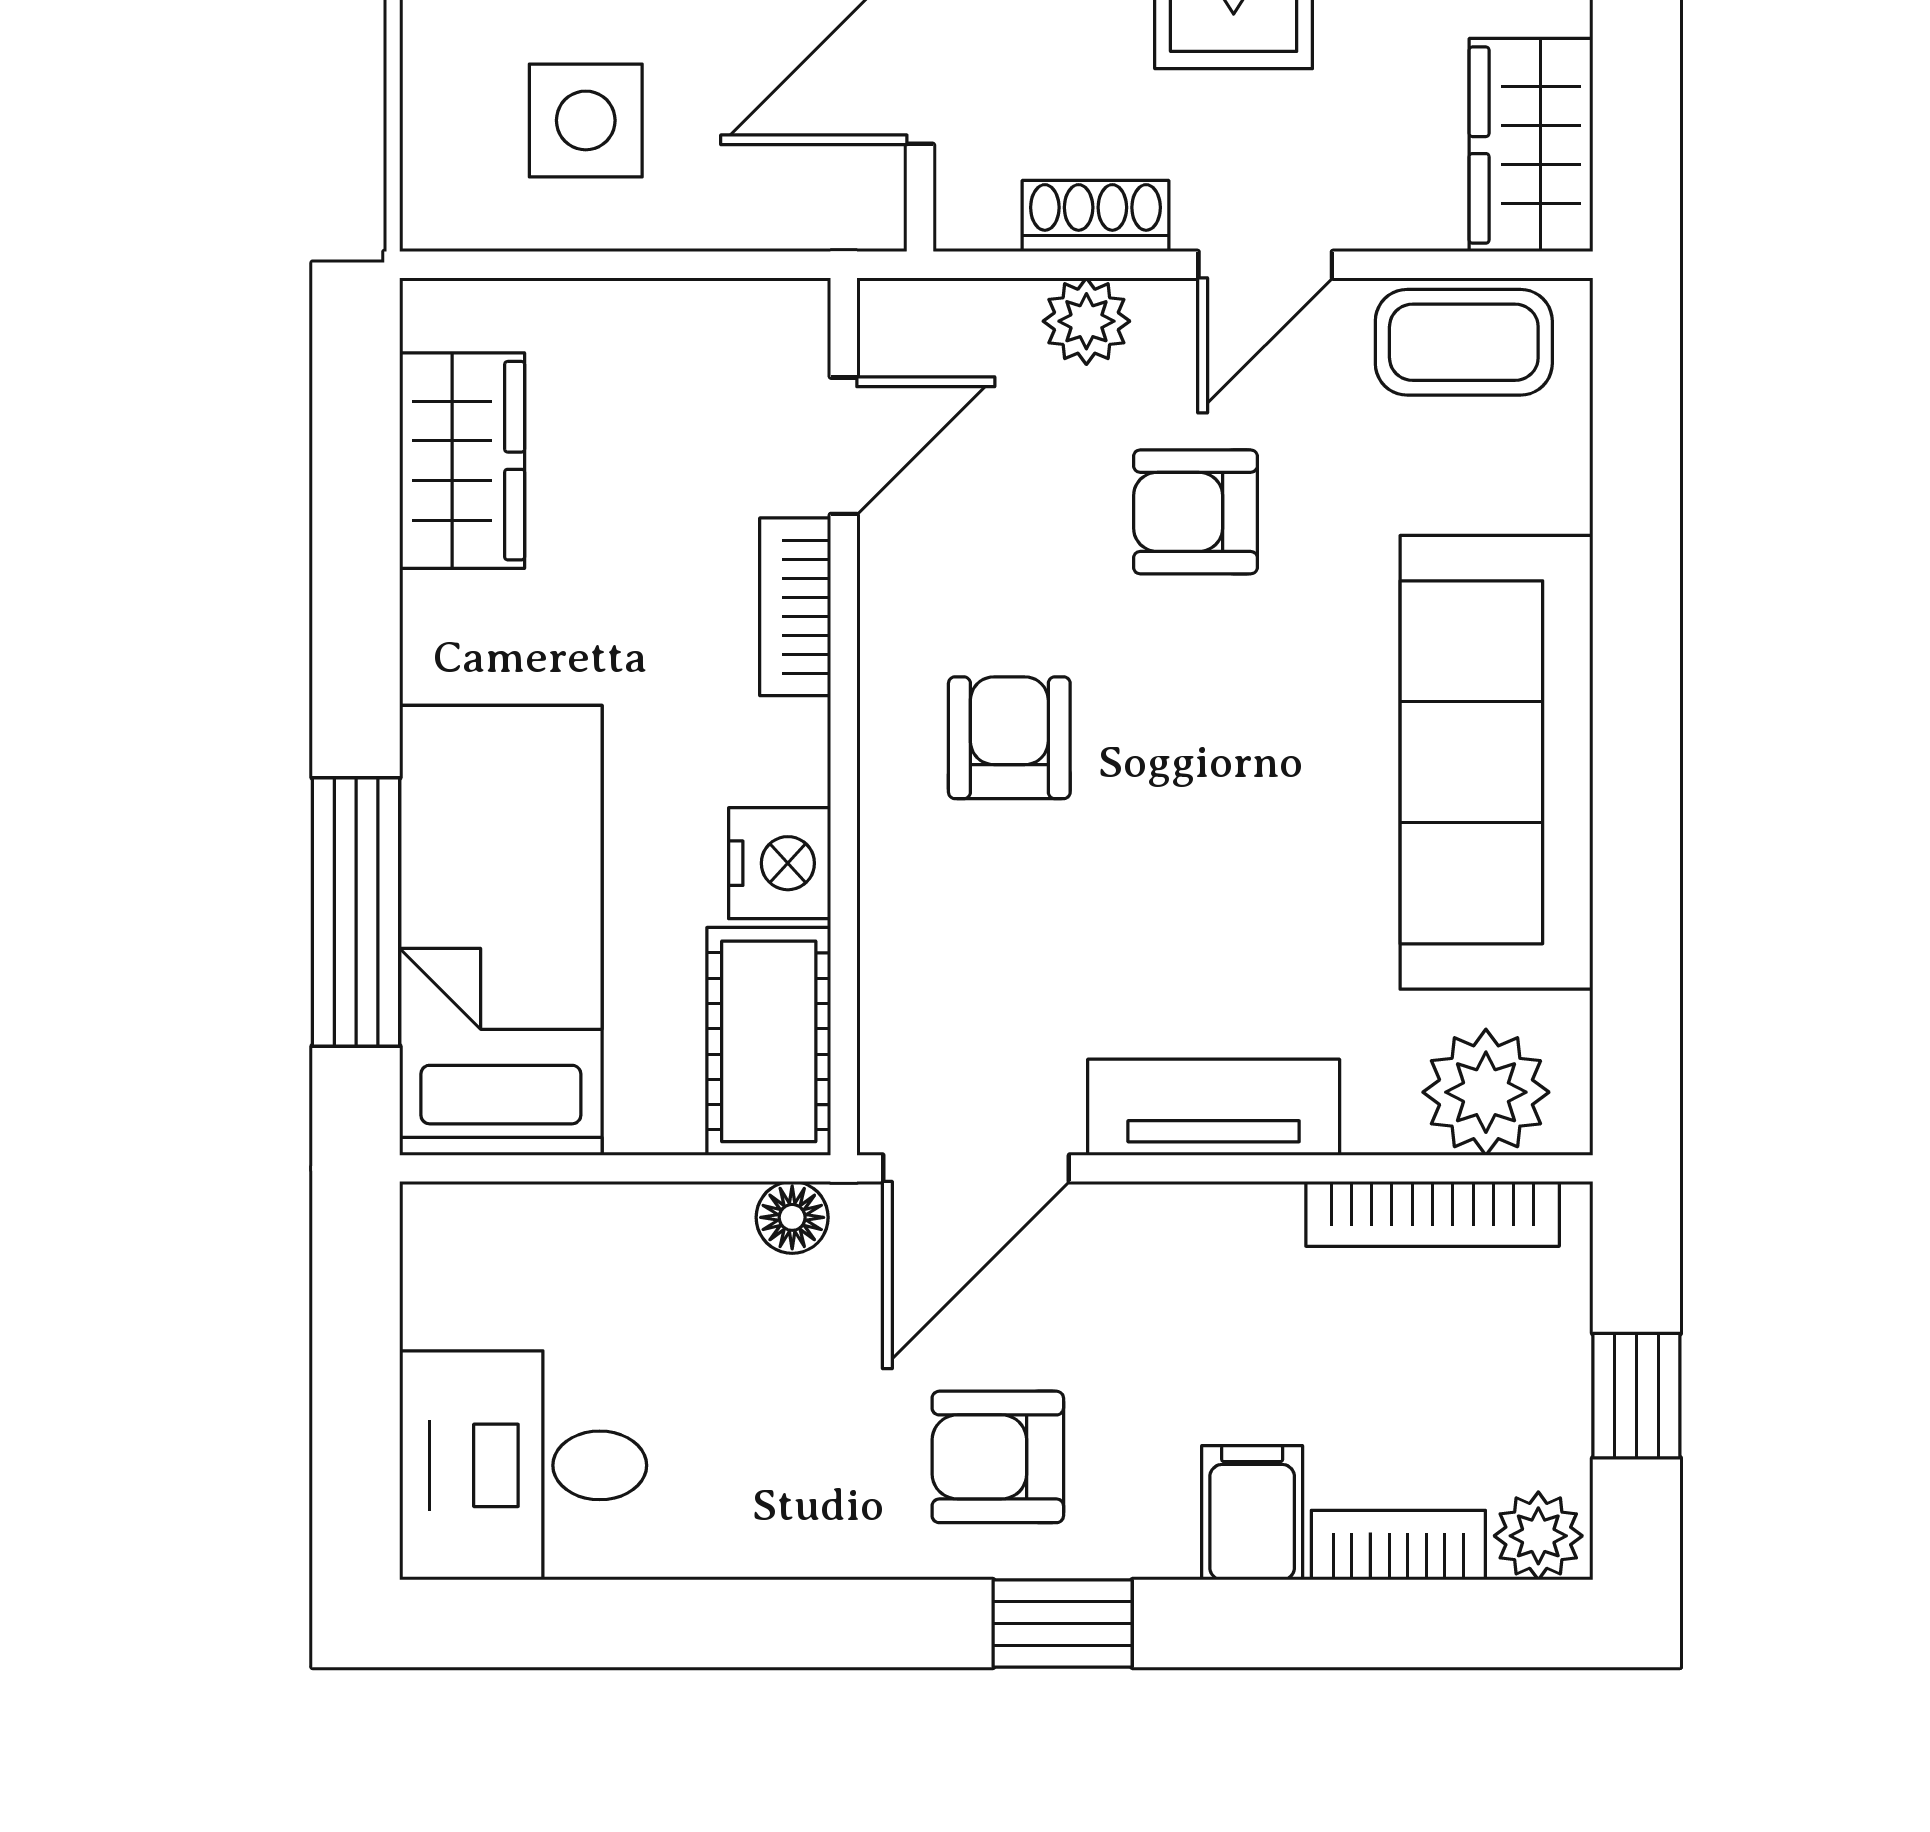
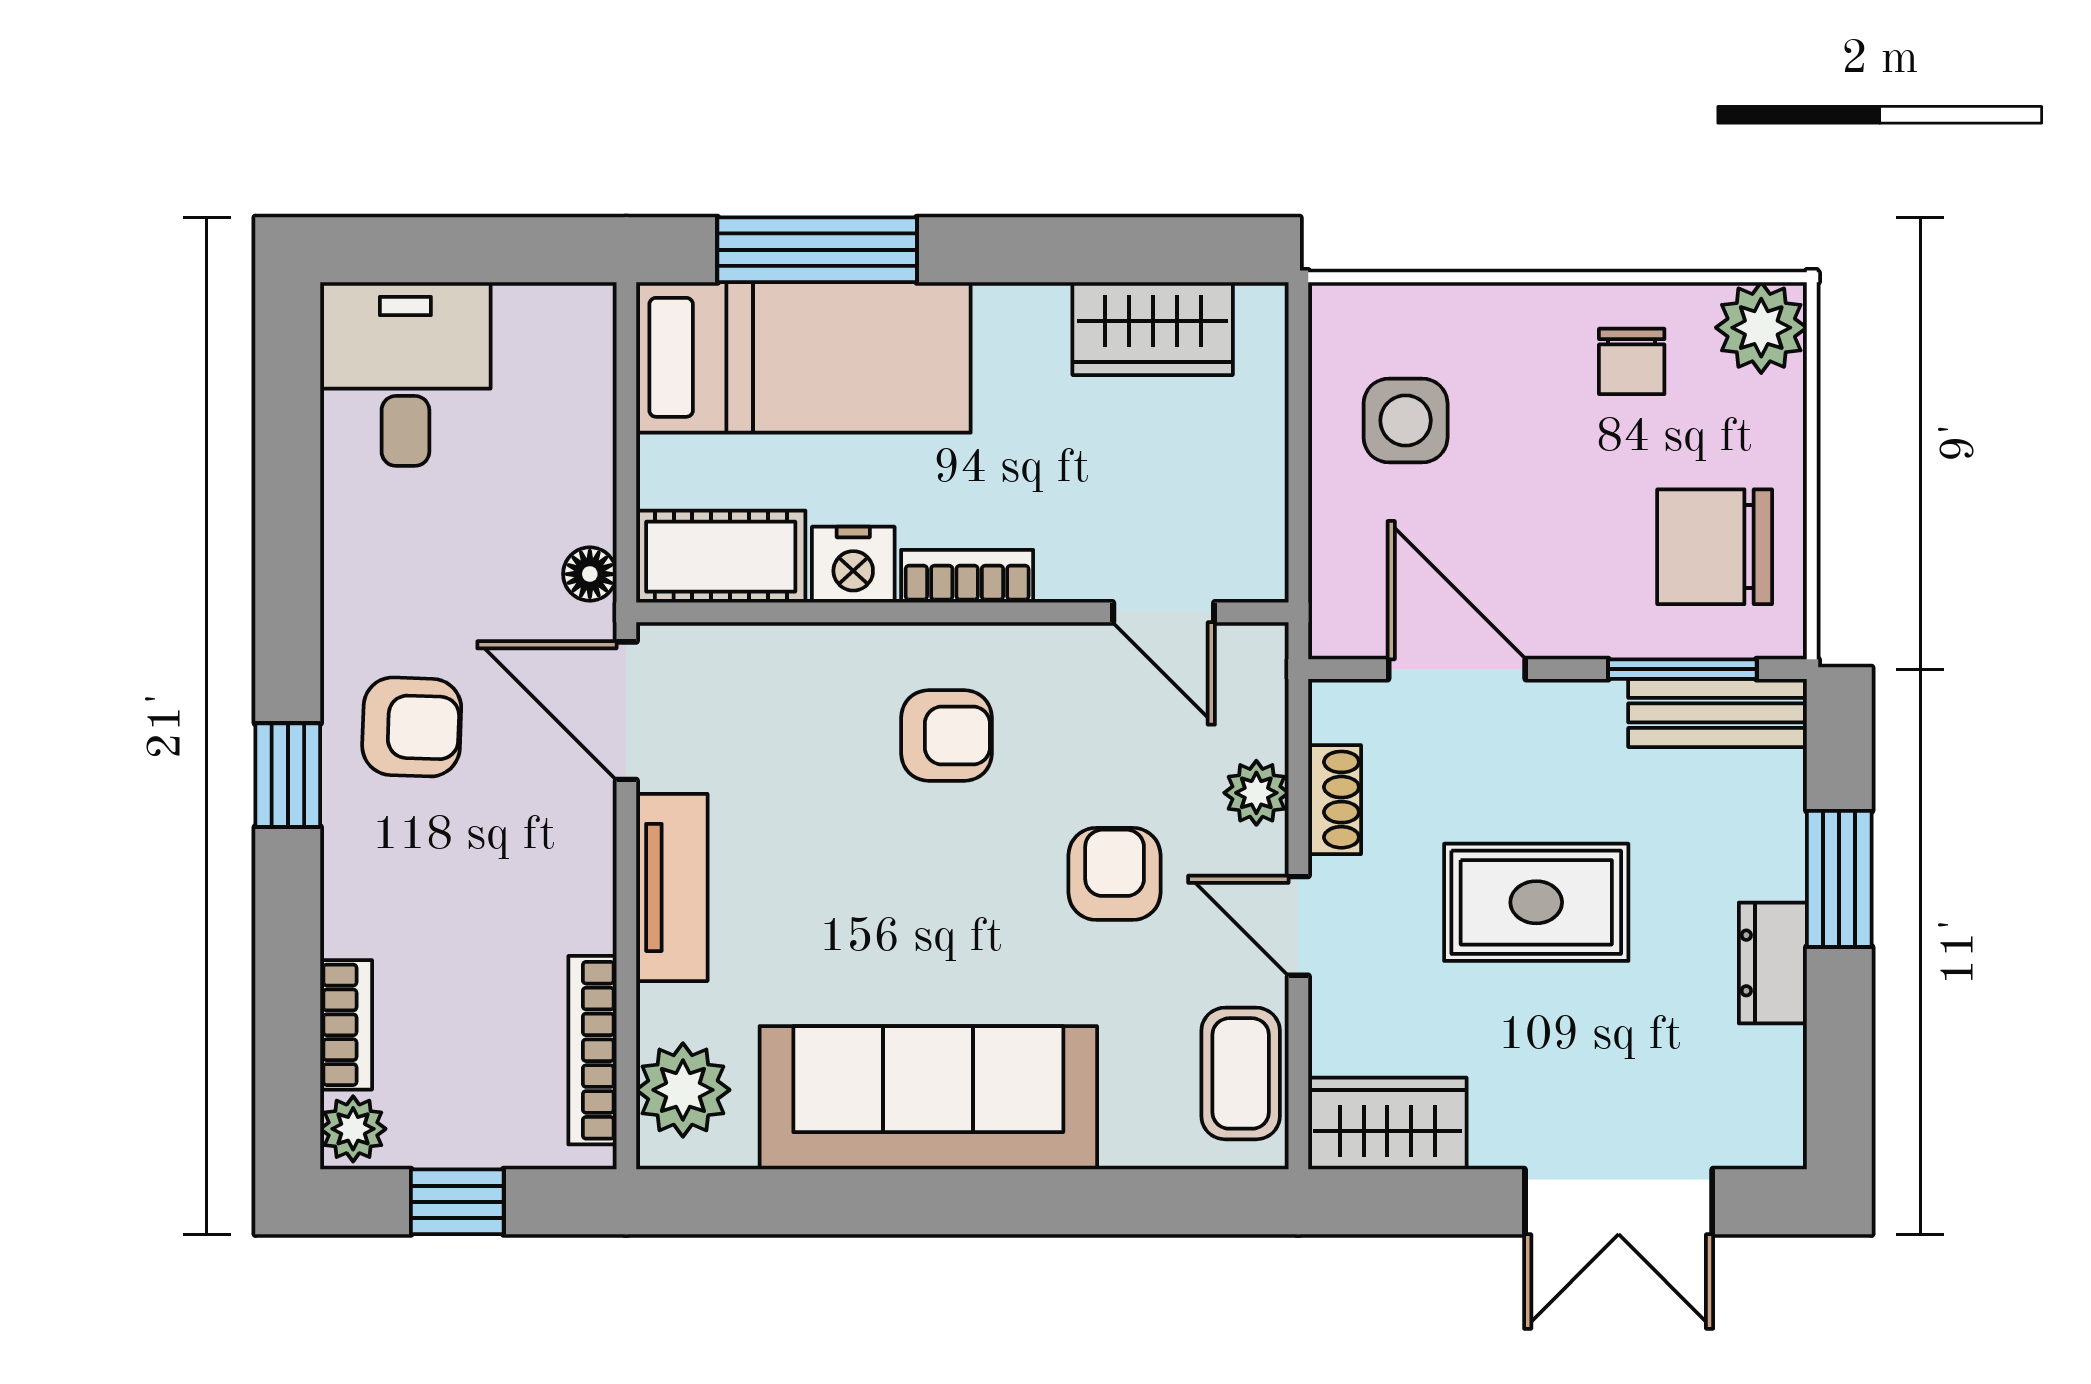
bookcase: (795, 607) -> (967, 576), moved
armchair: (998, 1457) -> (412, 727), turned 92
filing cabinet: (1252, 1513) -> (370, 916), removed

